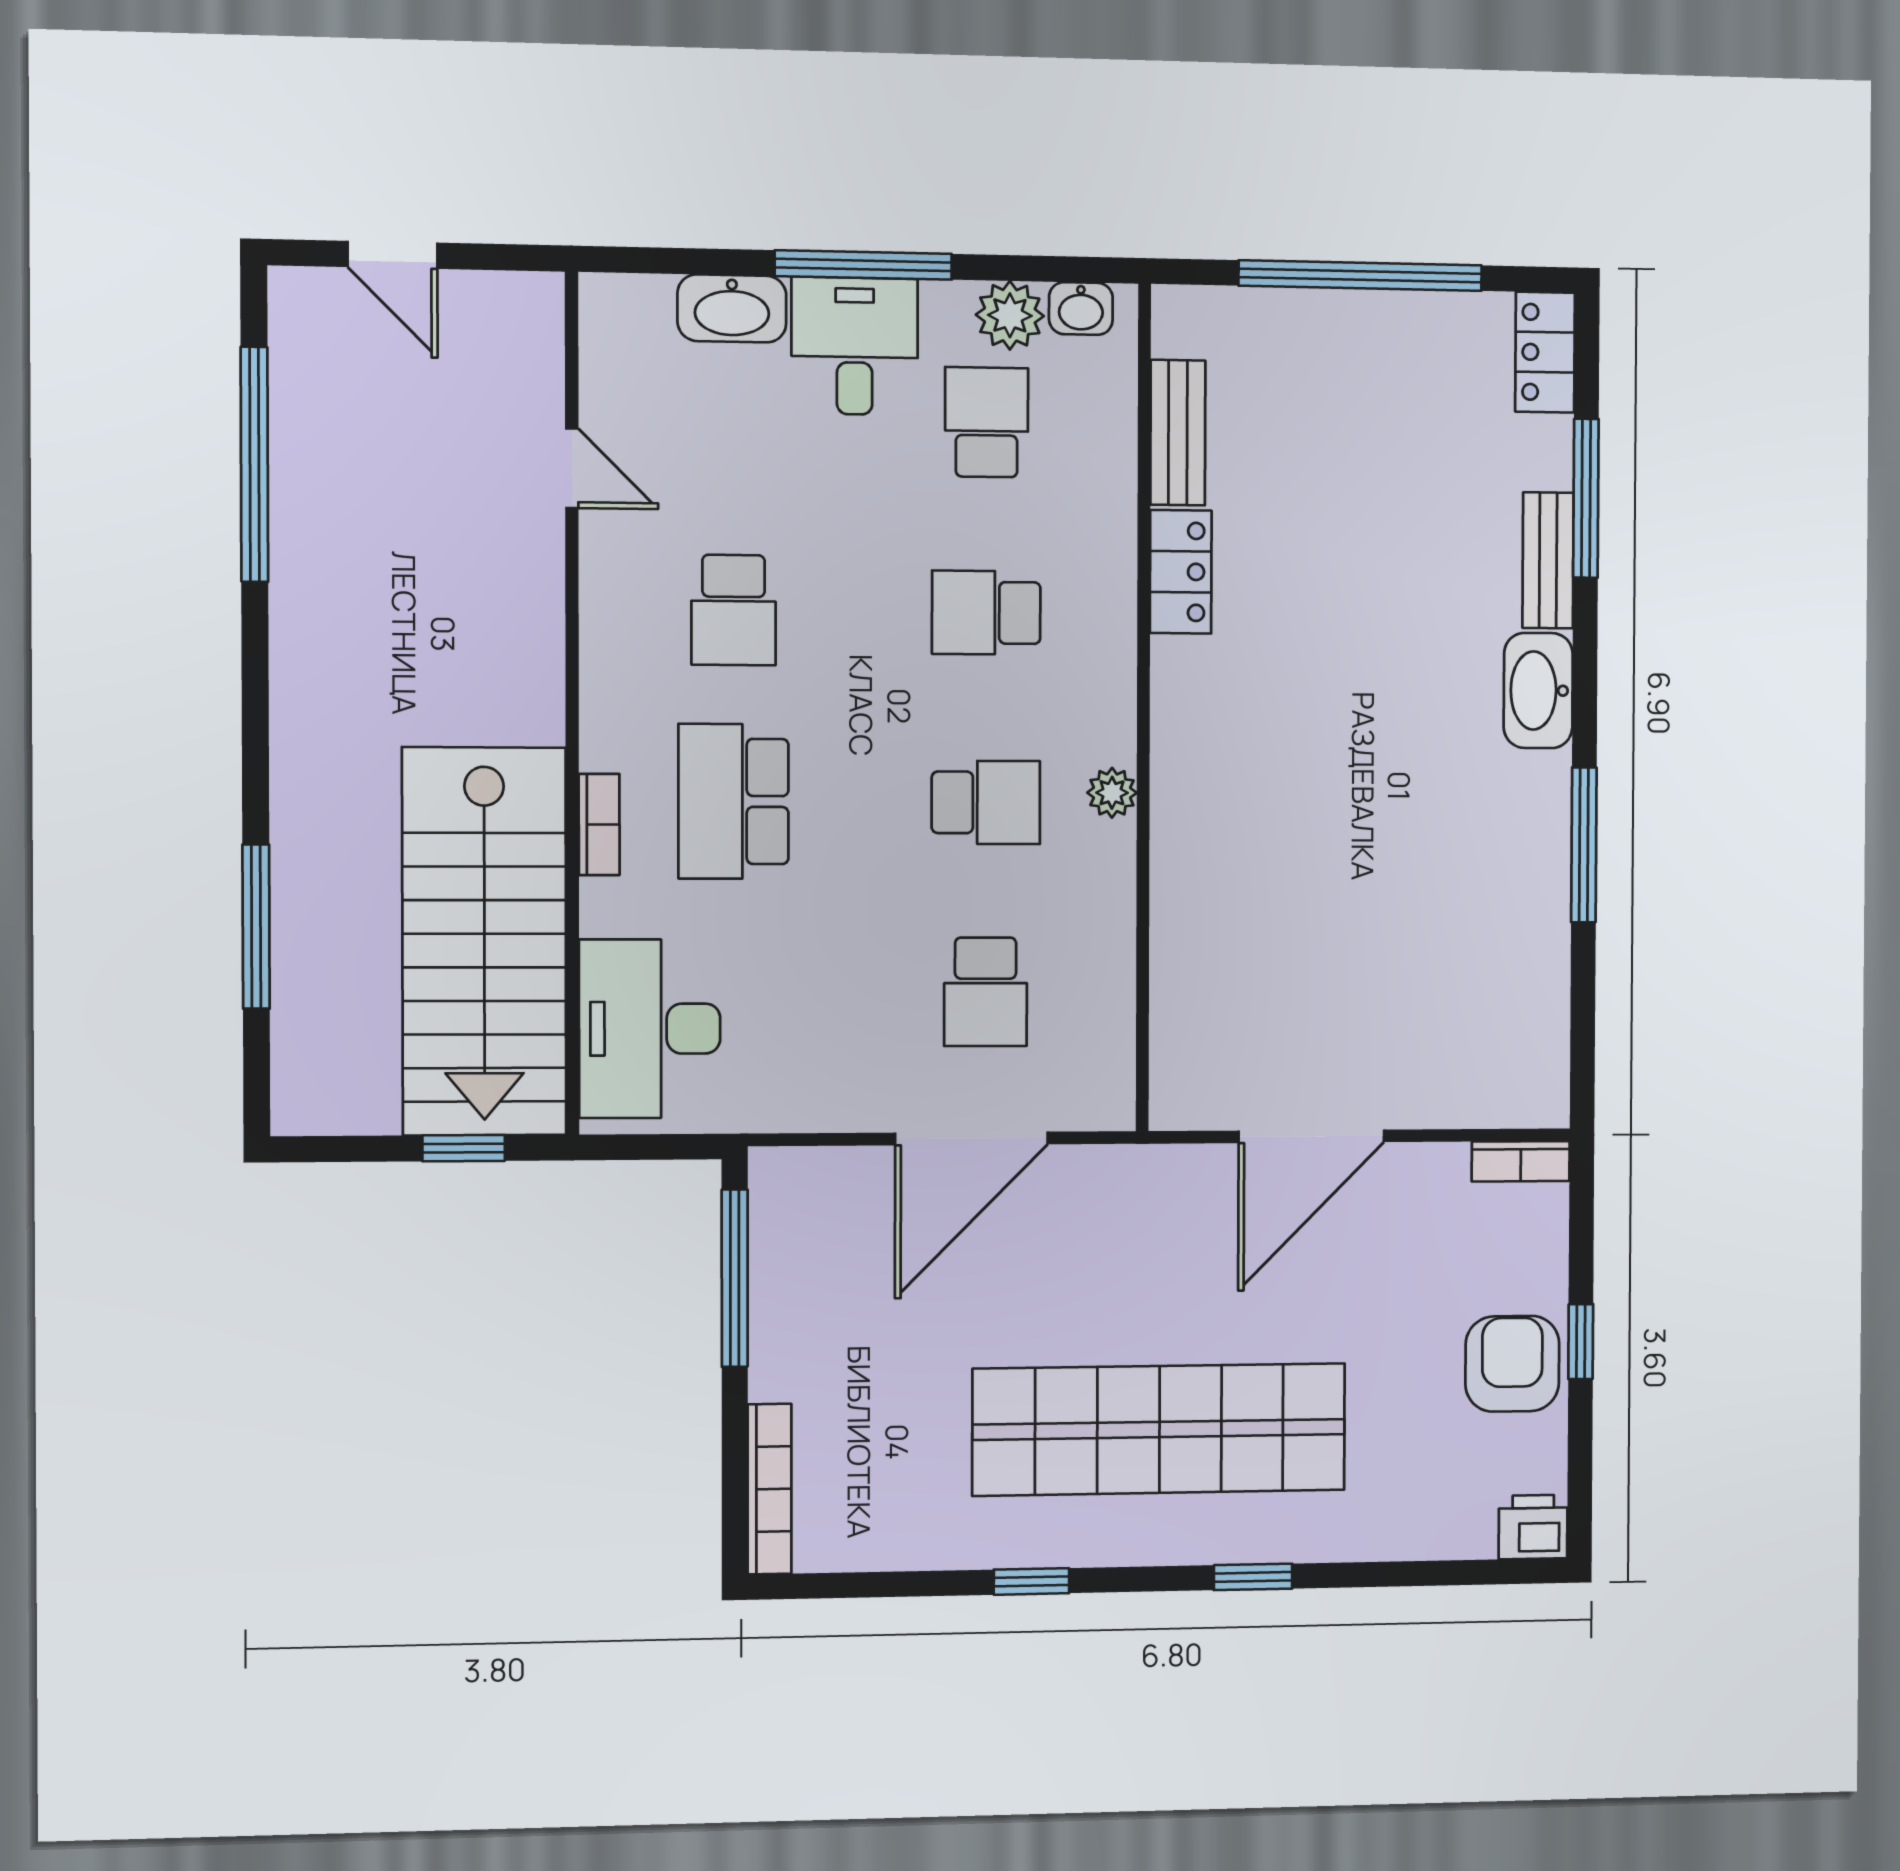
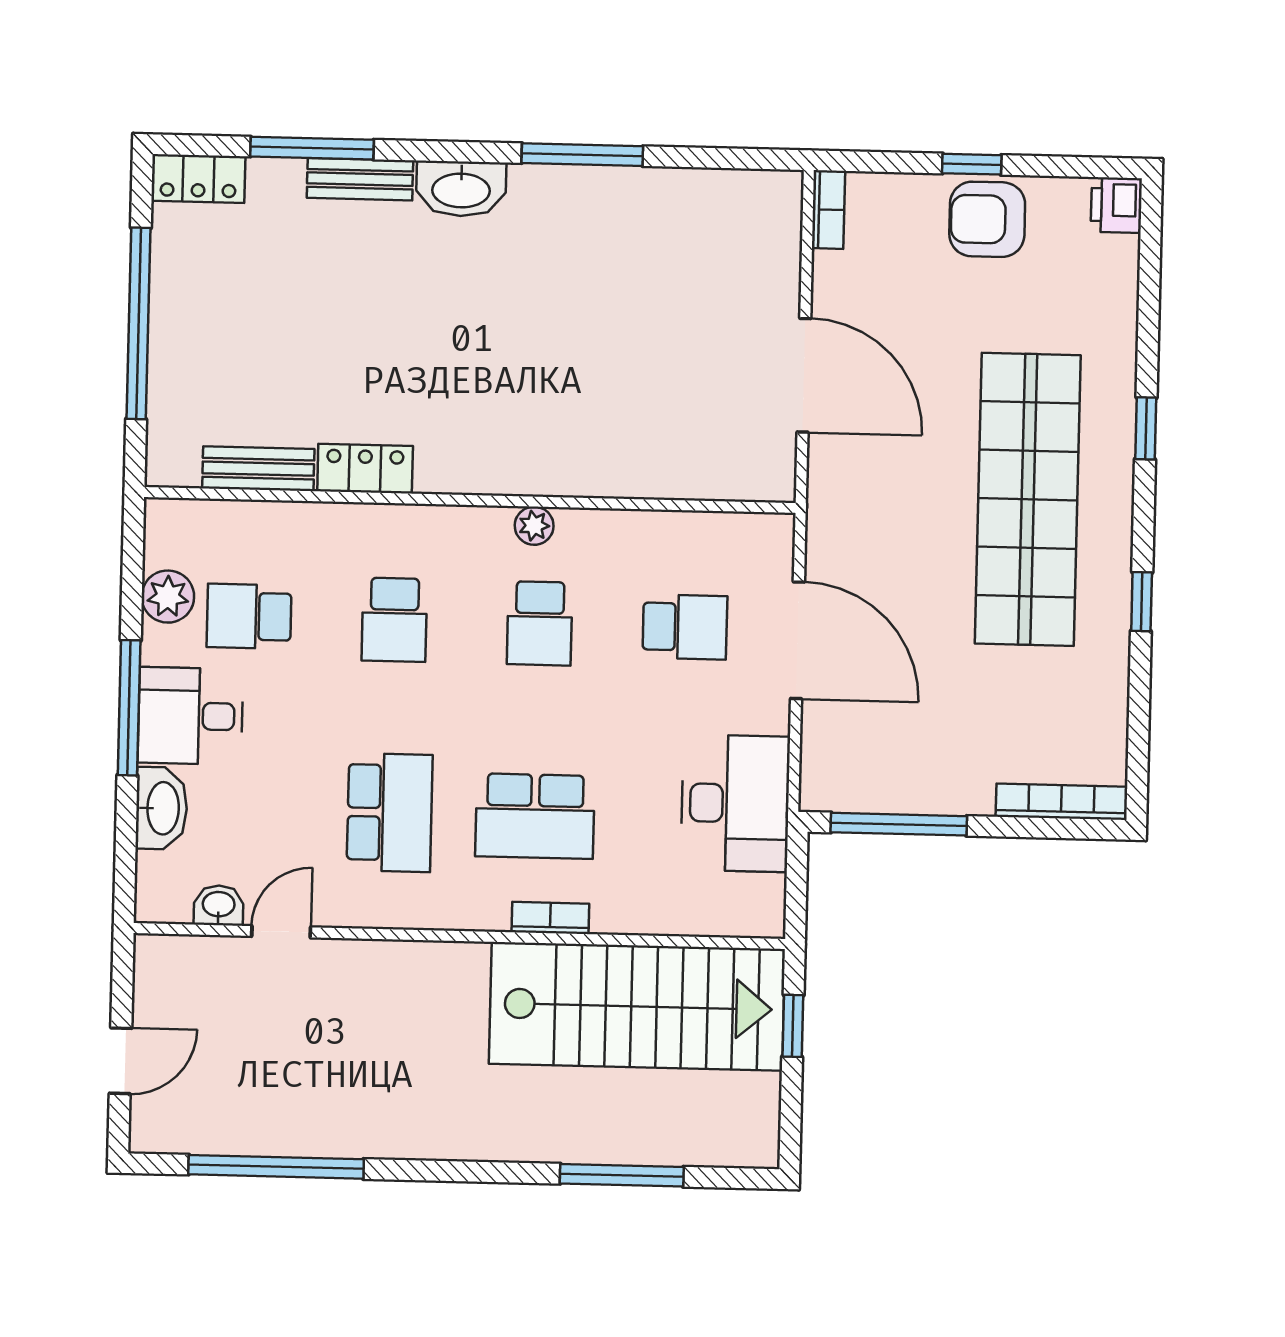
washbasin: (1081, 309) -> (219, 905), moved, turned -90
school desk: (734, 610) -> (390, 813), width x1.85
school desk: (986, 802) -> (540, 623), turned 180
desk: (650, 1029) -> (735, 803), moved, turned -90

